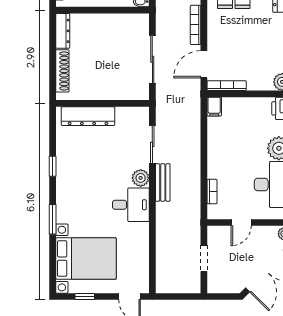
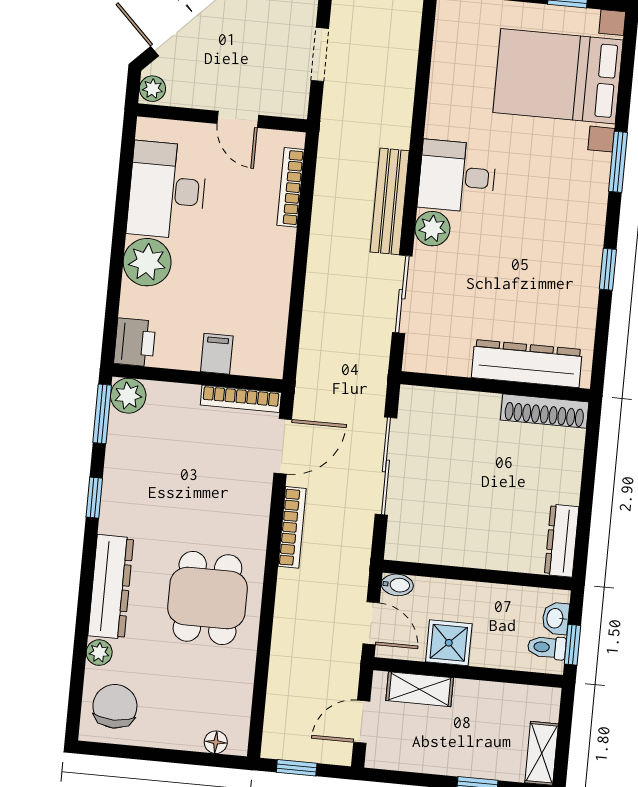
shoe rack: (62, 71) -> (545, 411), moved, turned -90
filing cabinet: (214, 107) -> (217, 354), moved
bench: (163, 182) -> (390, 201), width x1.36
bookcase: (212, 192) -> (291, 187), width x1.56
door: (241, 223) -> (238, 119), swing flipped

